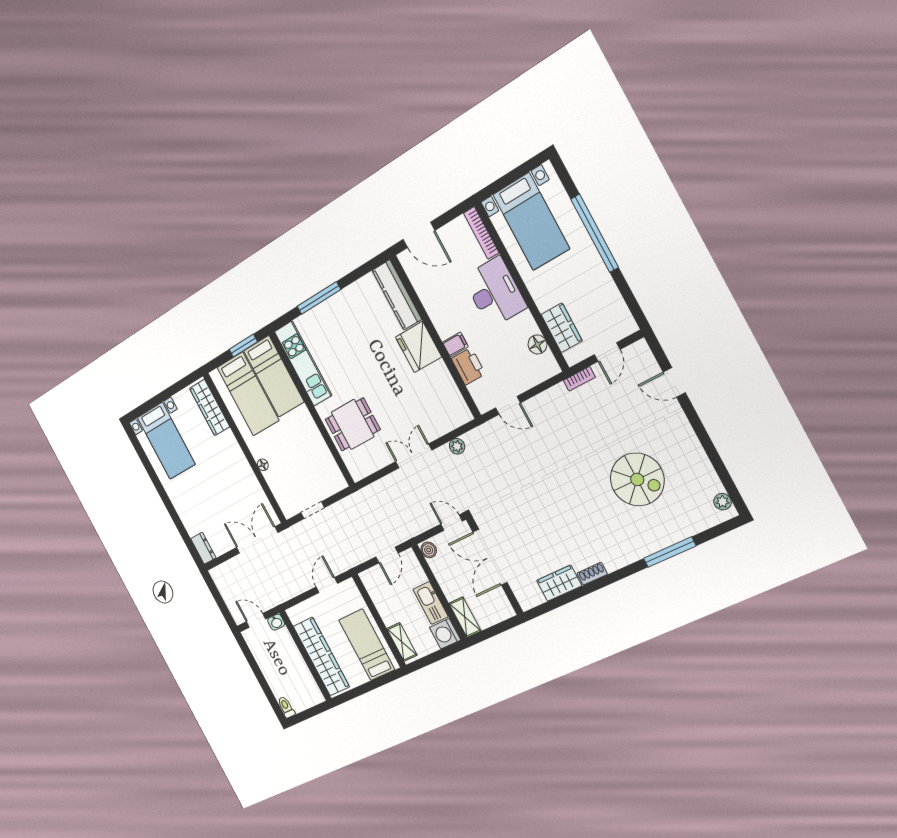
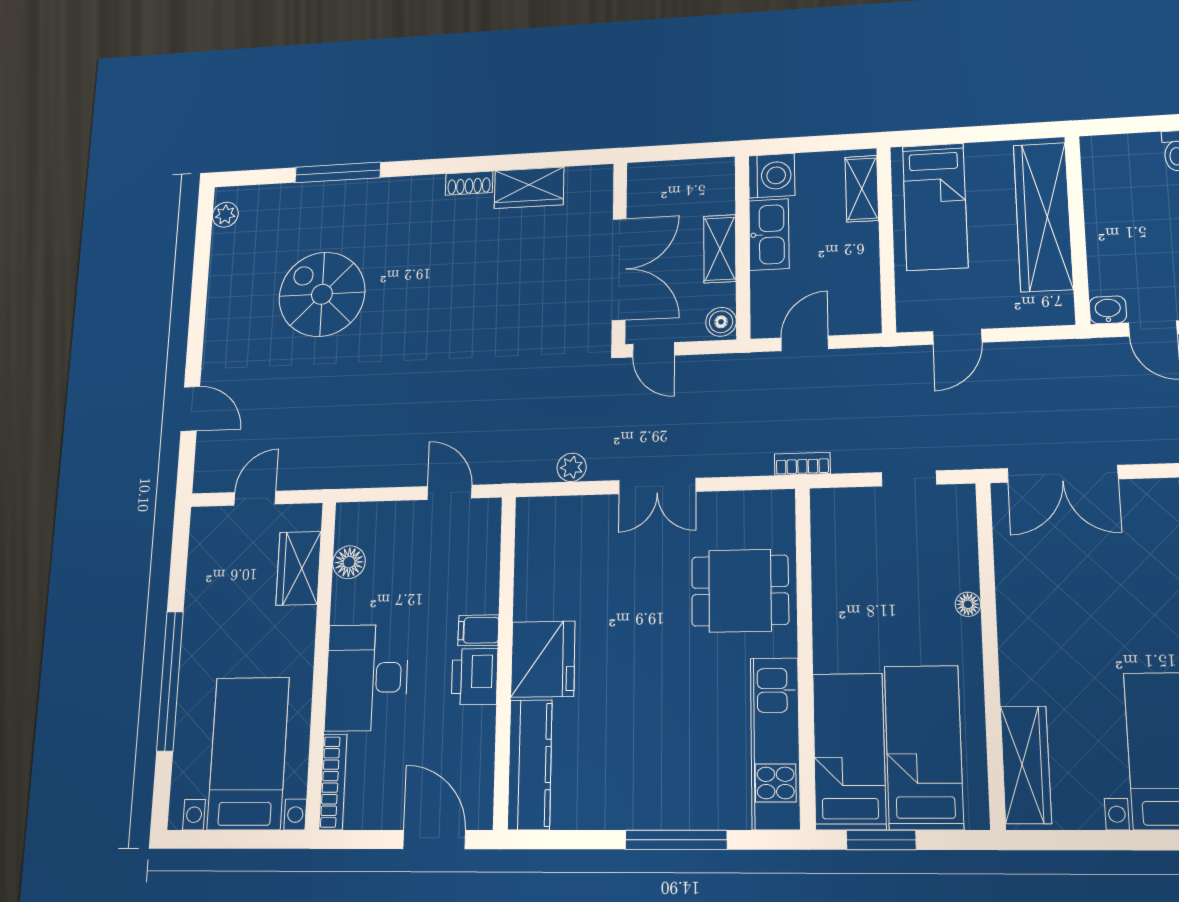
printer: (468, 366) -> (475, 677), moved
bookcase: (579, 379) -> (802, 464), moved
shelving: (465, 617) -> (720, 249), moved

